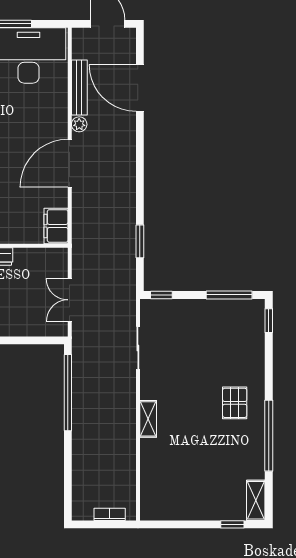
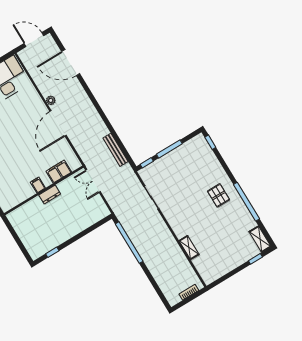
bench: (79, 87) -> (116, 150), moved
filing cabinet: (56, 226) -> (59, 172), moved, turned 90
window: (140, 241) -> (119, 142), removed
window: (229, 295) -> (169, 149), moved
double door: (70, 300) -> (93, 181), moved
shelving: (148, 419) -> (189, 248), moved

